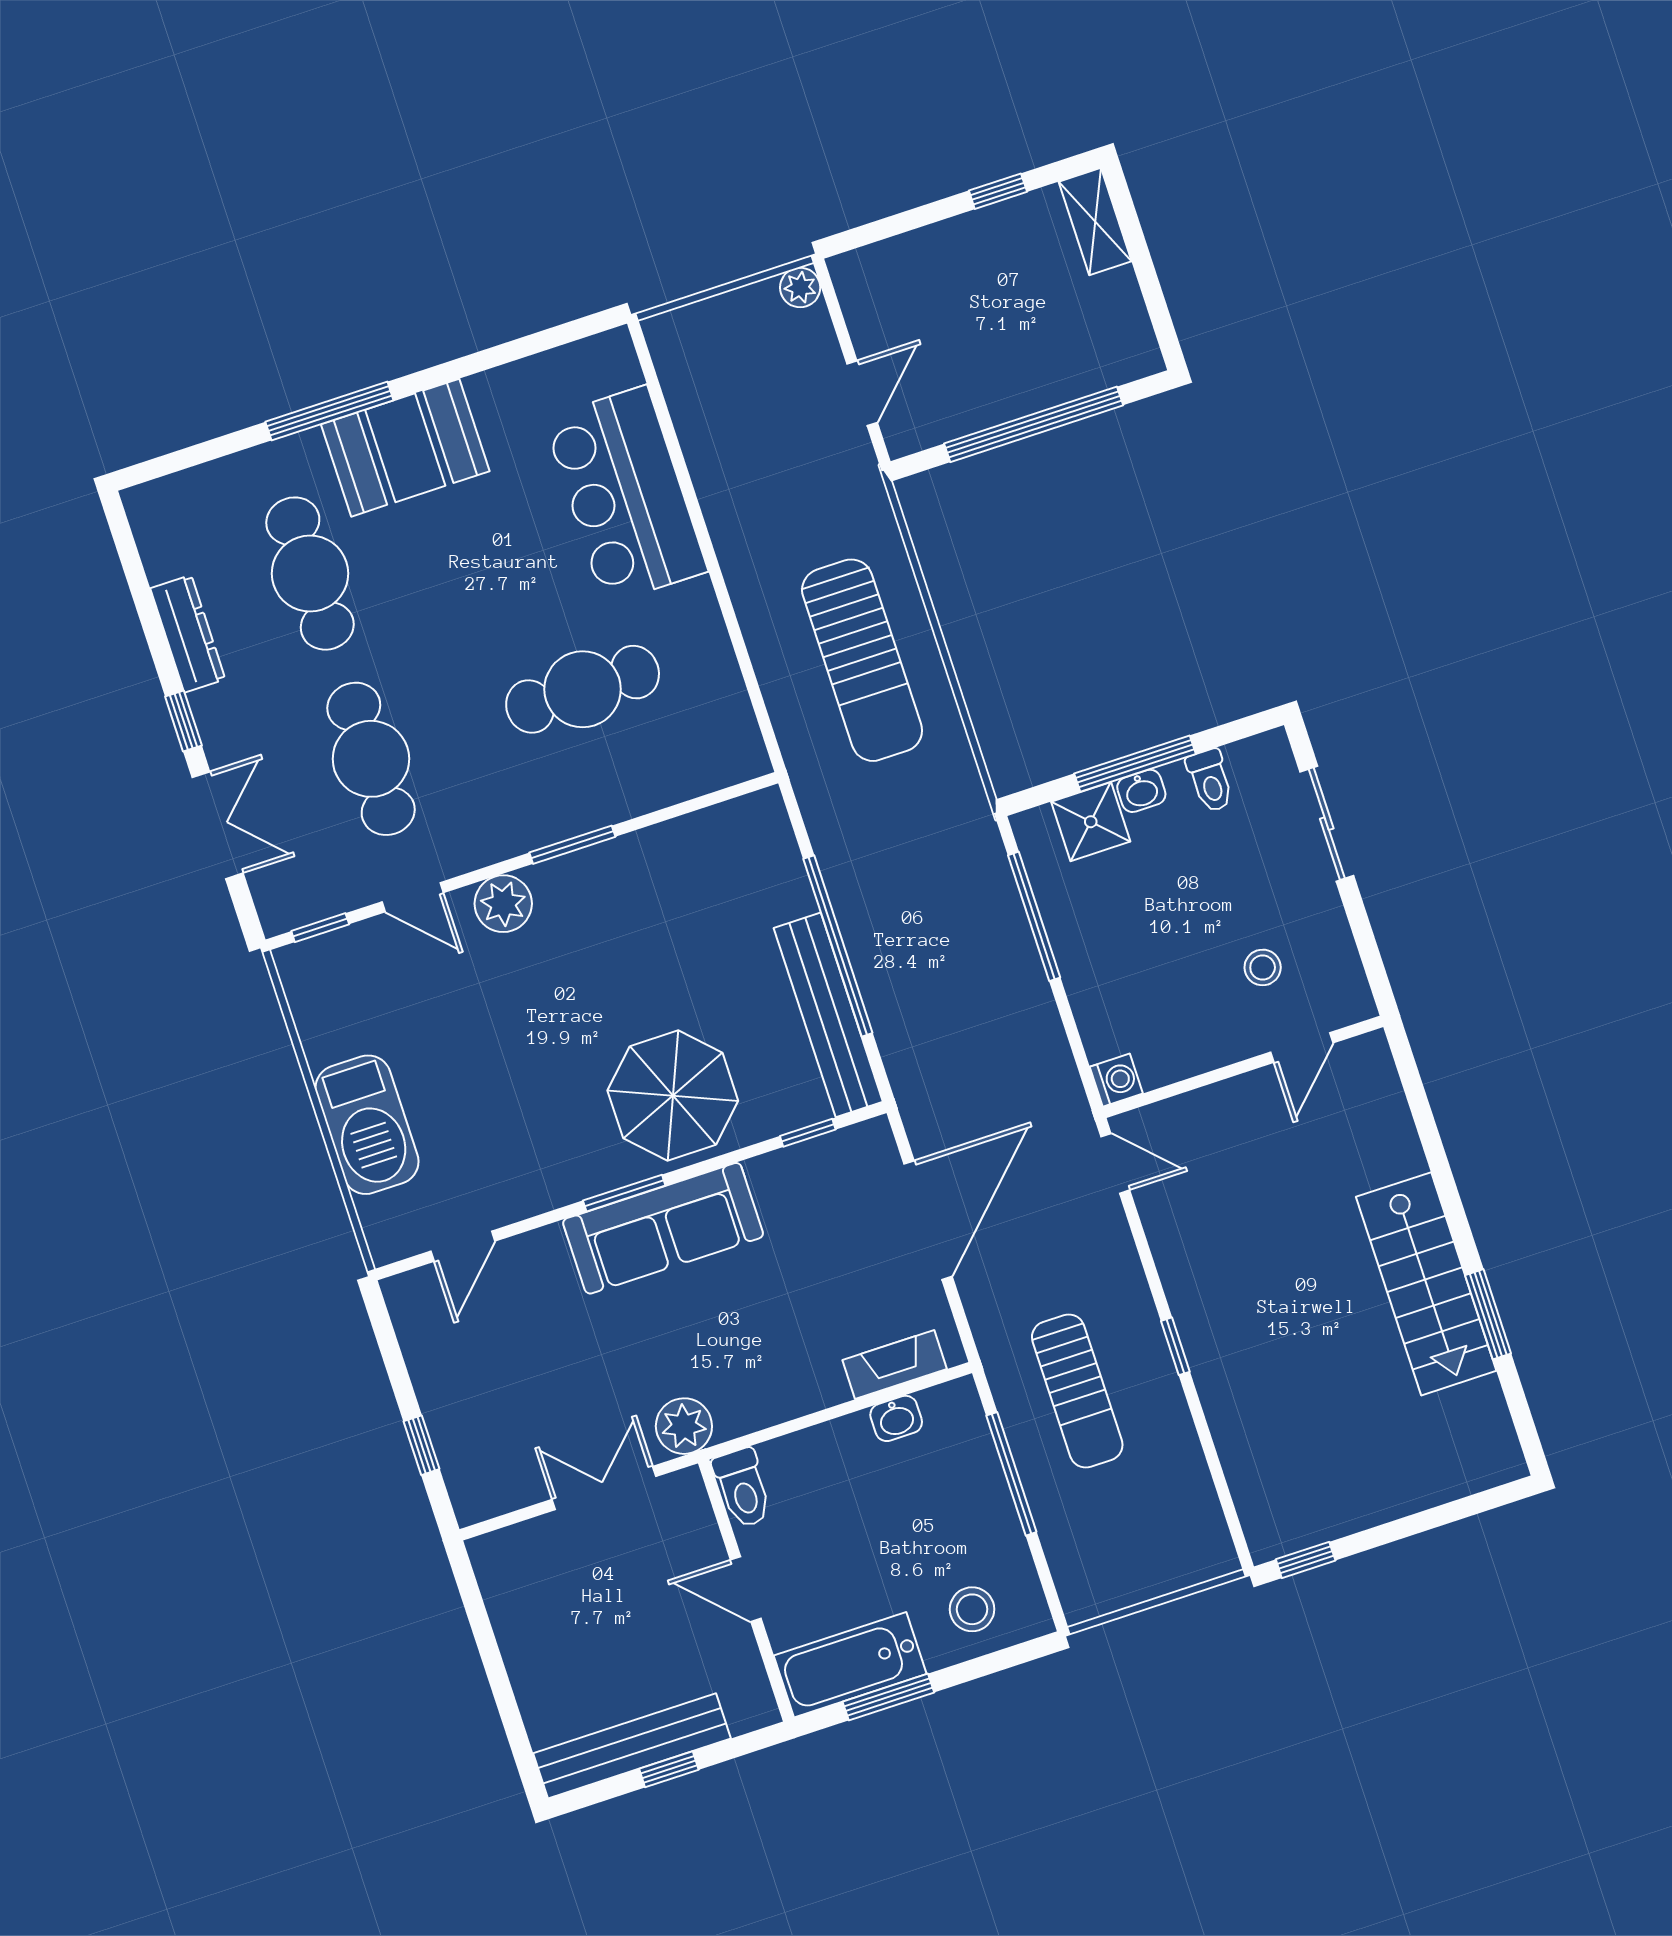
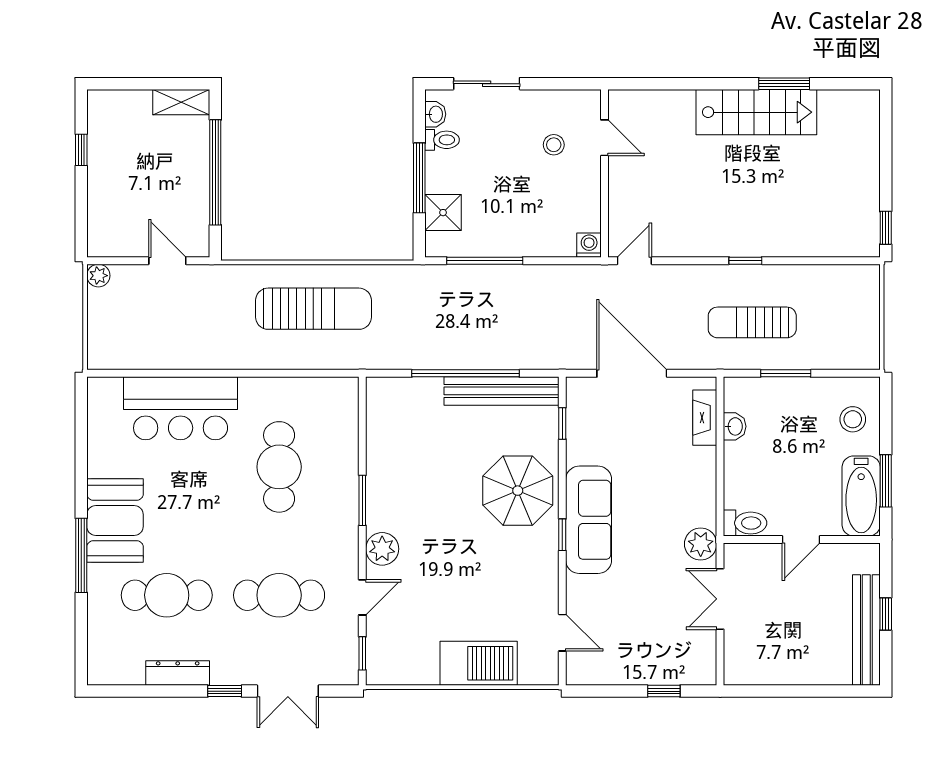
shelving: (1095, 221) -> (181, 102), moved
washbasin: (1141, 791) -> (435, 114), moved
double door: (218, 825) -> (288, 691), swing flipped
window: (624, 1193) -> (562, 535), width x0.67
sun lounger: (1077, 1391) -> (752, 322), turned 180
window: (1011, 1474) -> (786, 373), width x0.69

